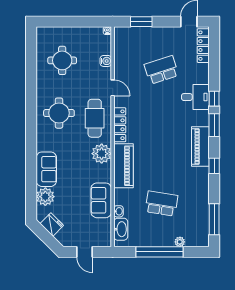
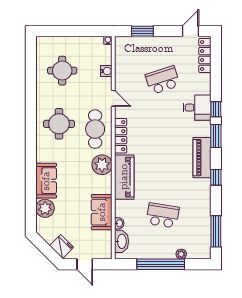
fridge: (52, 225) -> (62, 247), moved

